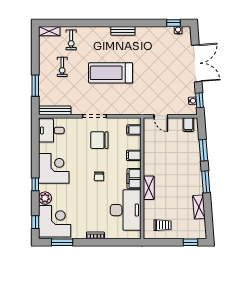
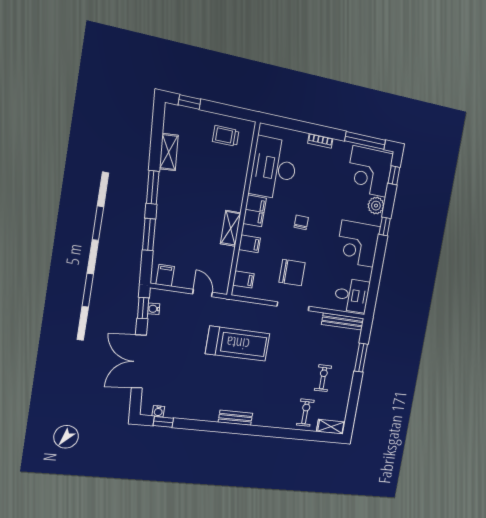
treadmill: (111, 73) -> (238, 344), moved
shelving: (149, 188) -> (231, 228), moved
window: (62, 242) -> (365, 140), width x1.44

